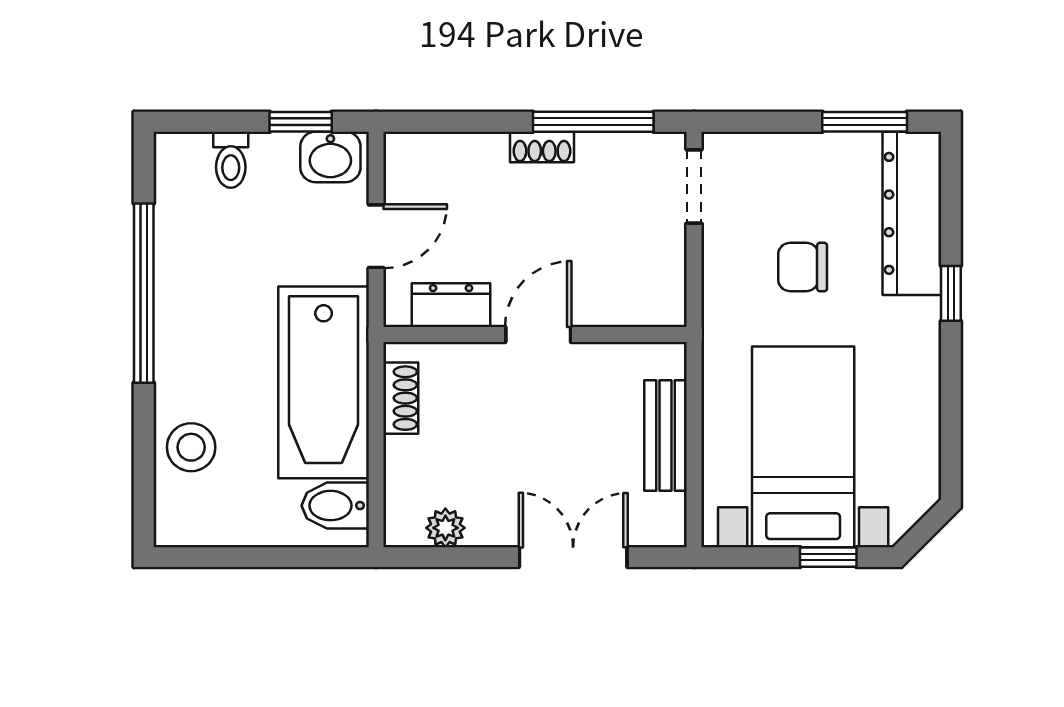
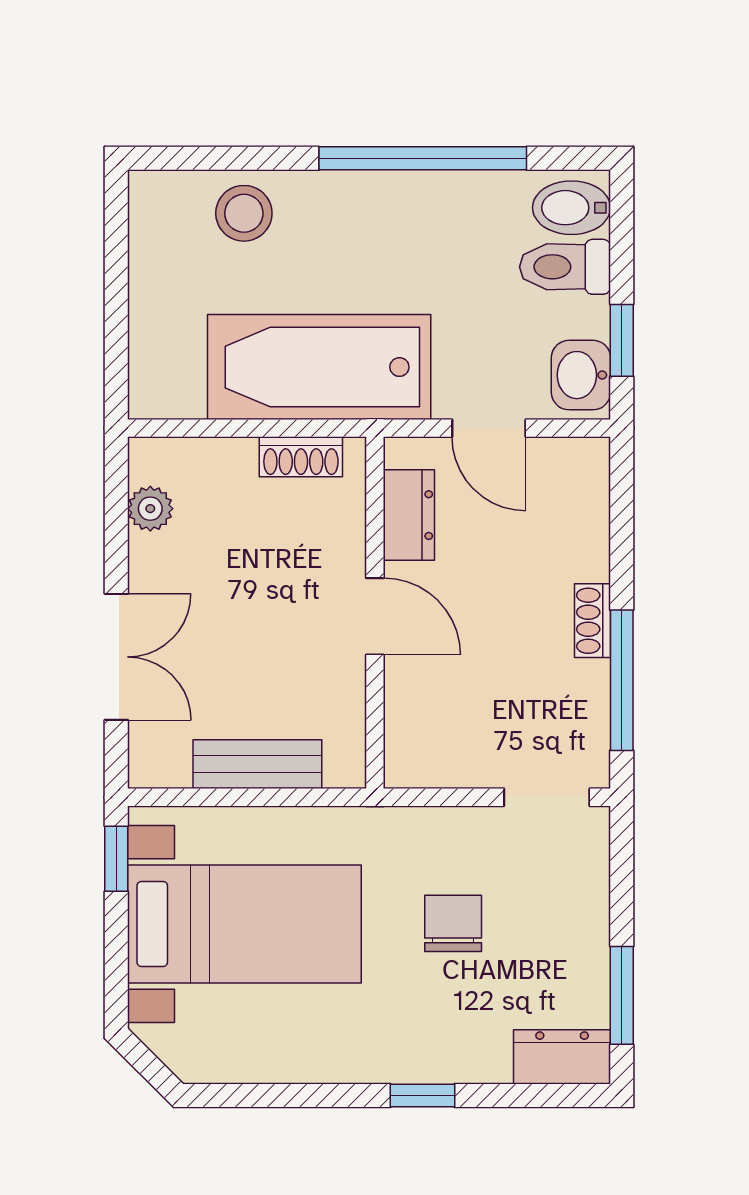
toilet: (231, 160) -> (565, 267), width x1.37, depth x1.39
dresser: (912, 213) -> (562, 1057), width x0.51, depth x0.80
bidet: (335, 506) -> (572, 208), moved, turned -90
window: (828, 557) -> (116, 859), moved

